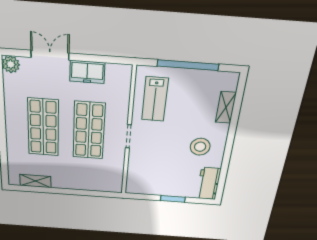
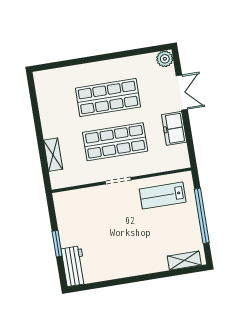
shelving: (226, 107) -> (184, 261), moved
stool: (200, 147) -> (124, 252), removed
shelving: (35, 181) -> (53, 155), moved
workbench: (209, 184) -> (74, 266), moved, turned 90

